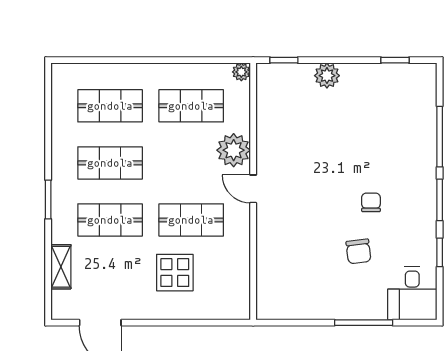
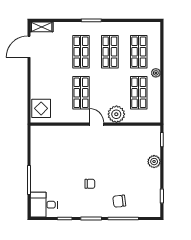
plant: (241, 72) -> (156, 73), moved
door: (253, 189) -> (97, 124), hinge flipped
chair: (358, 251) -> (119, 201), moved
shelving: (61, 267) -> (42, 27), moved
display table: (175, 273) -> (41, 108), moved

